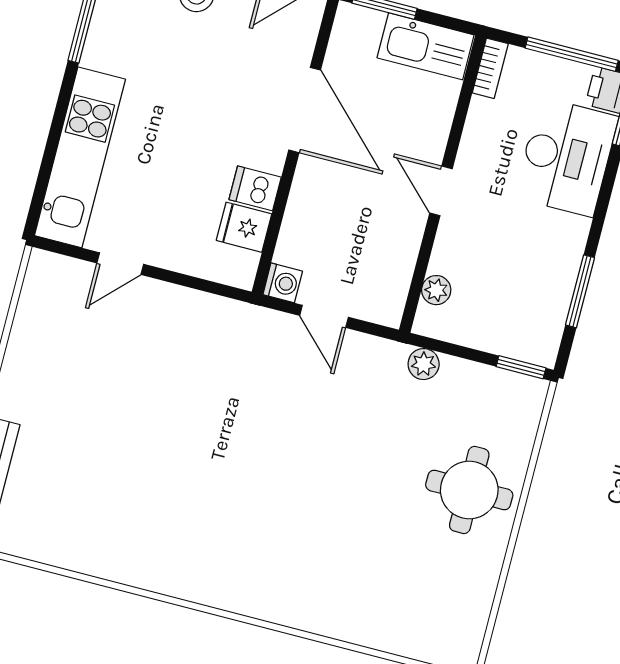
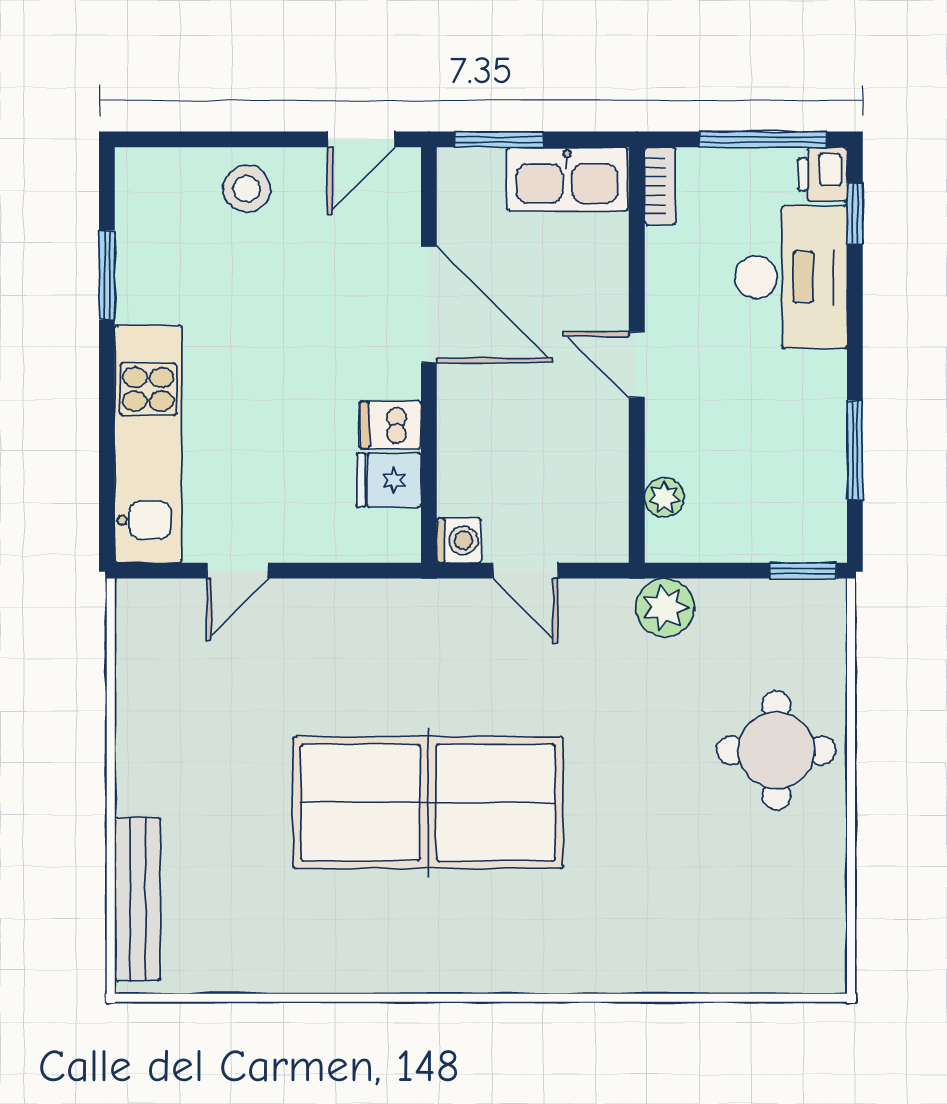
plant: (424, 364) -> (665, 608), width x1.38, depth x1.38
table tennis table: (213, 463) -> (428, 802), added

